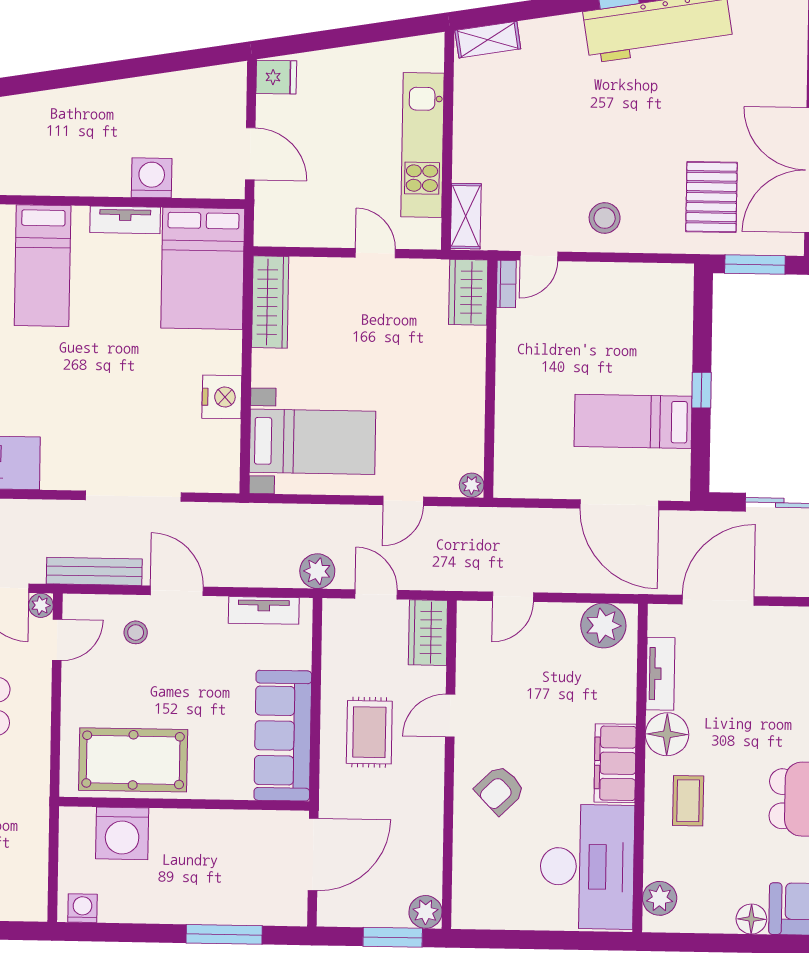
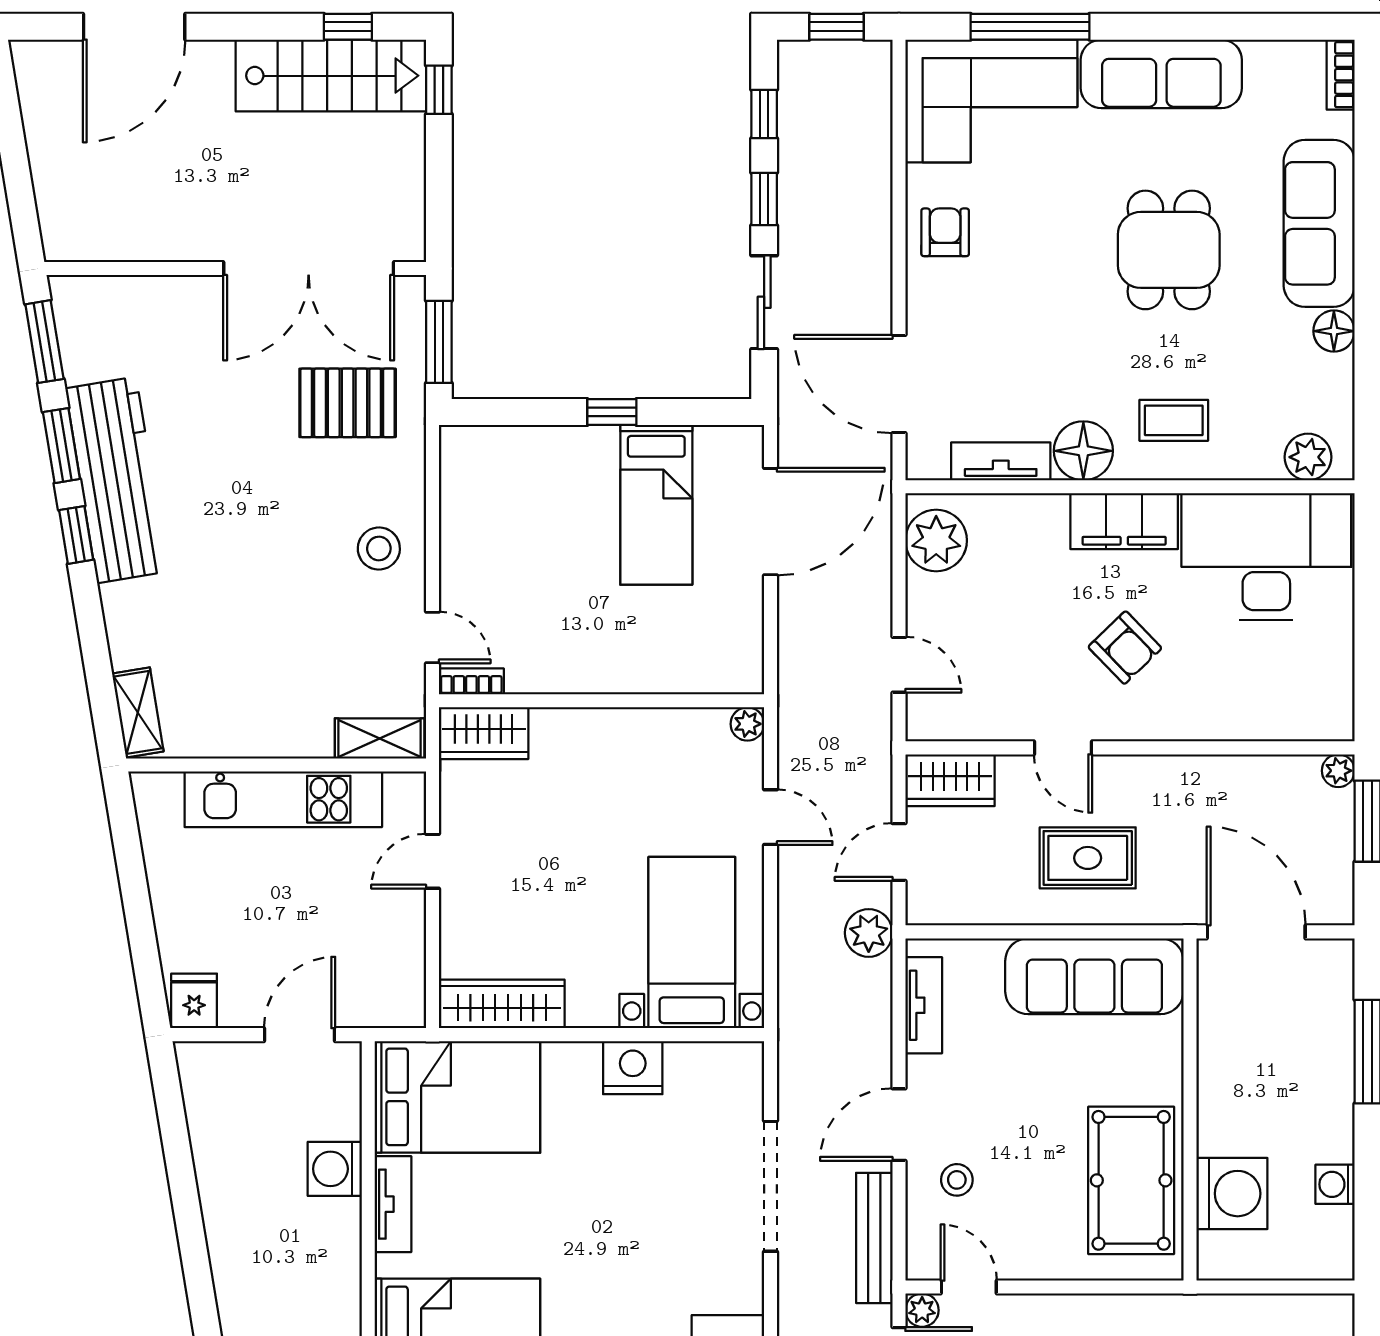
armchair: (500, 790) -> (1125, 648), moved
washing machine: (82, 908) -> (1335, 1184), moved
plant: (425, 912) -> (1338, 771), width x0.73, depth x0.73

